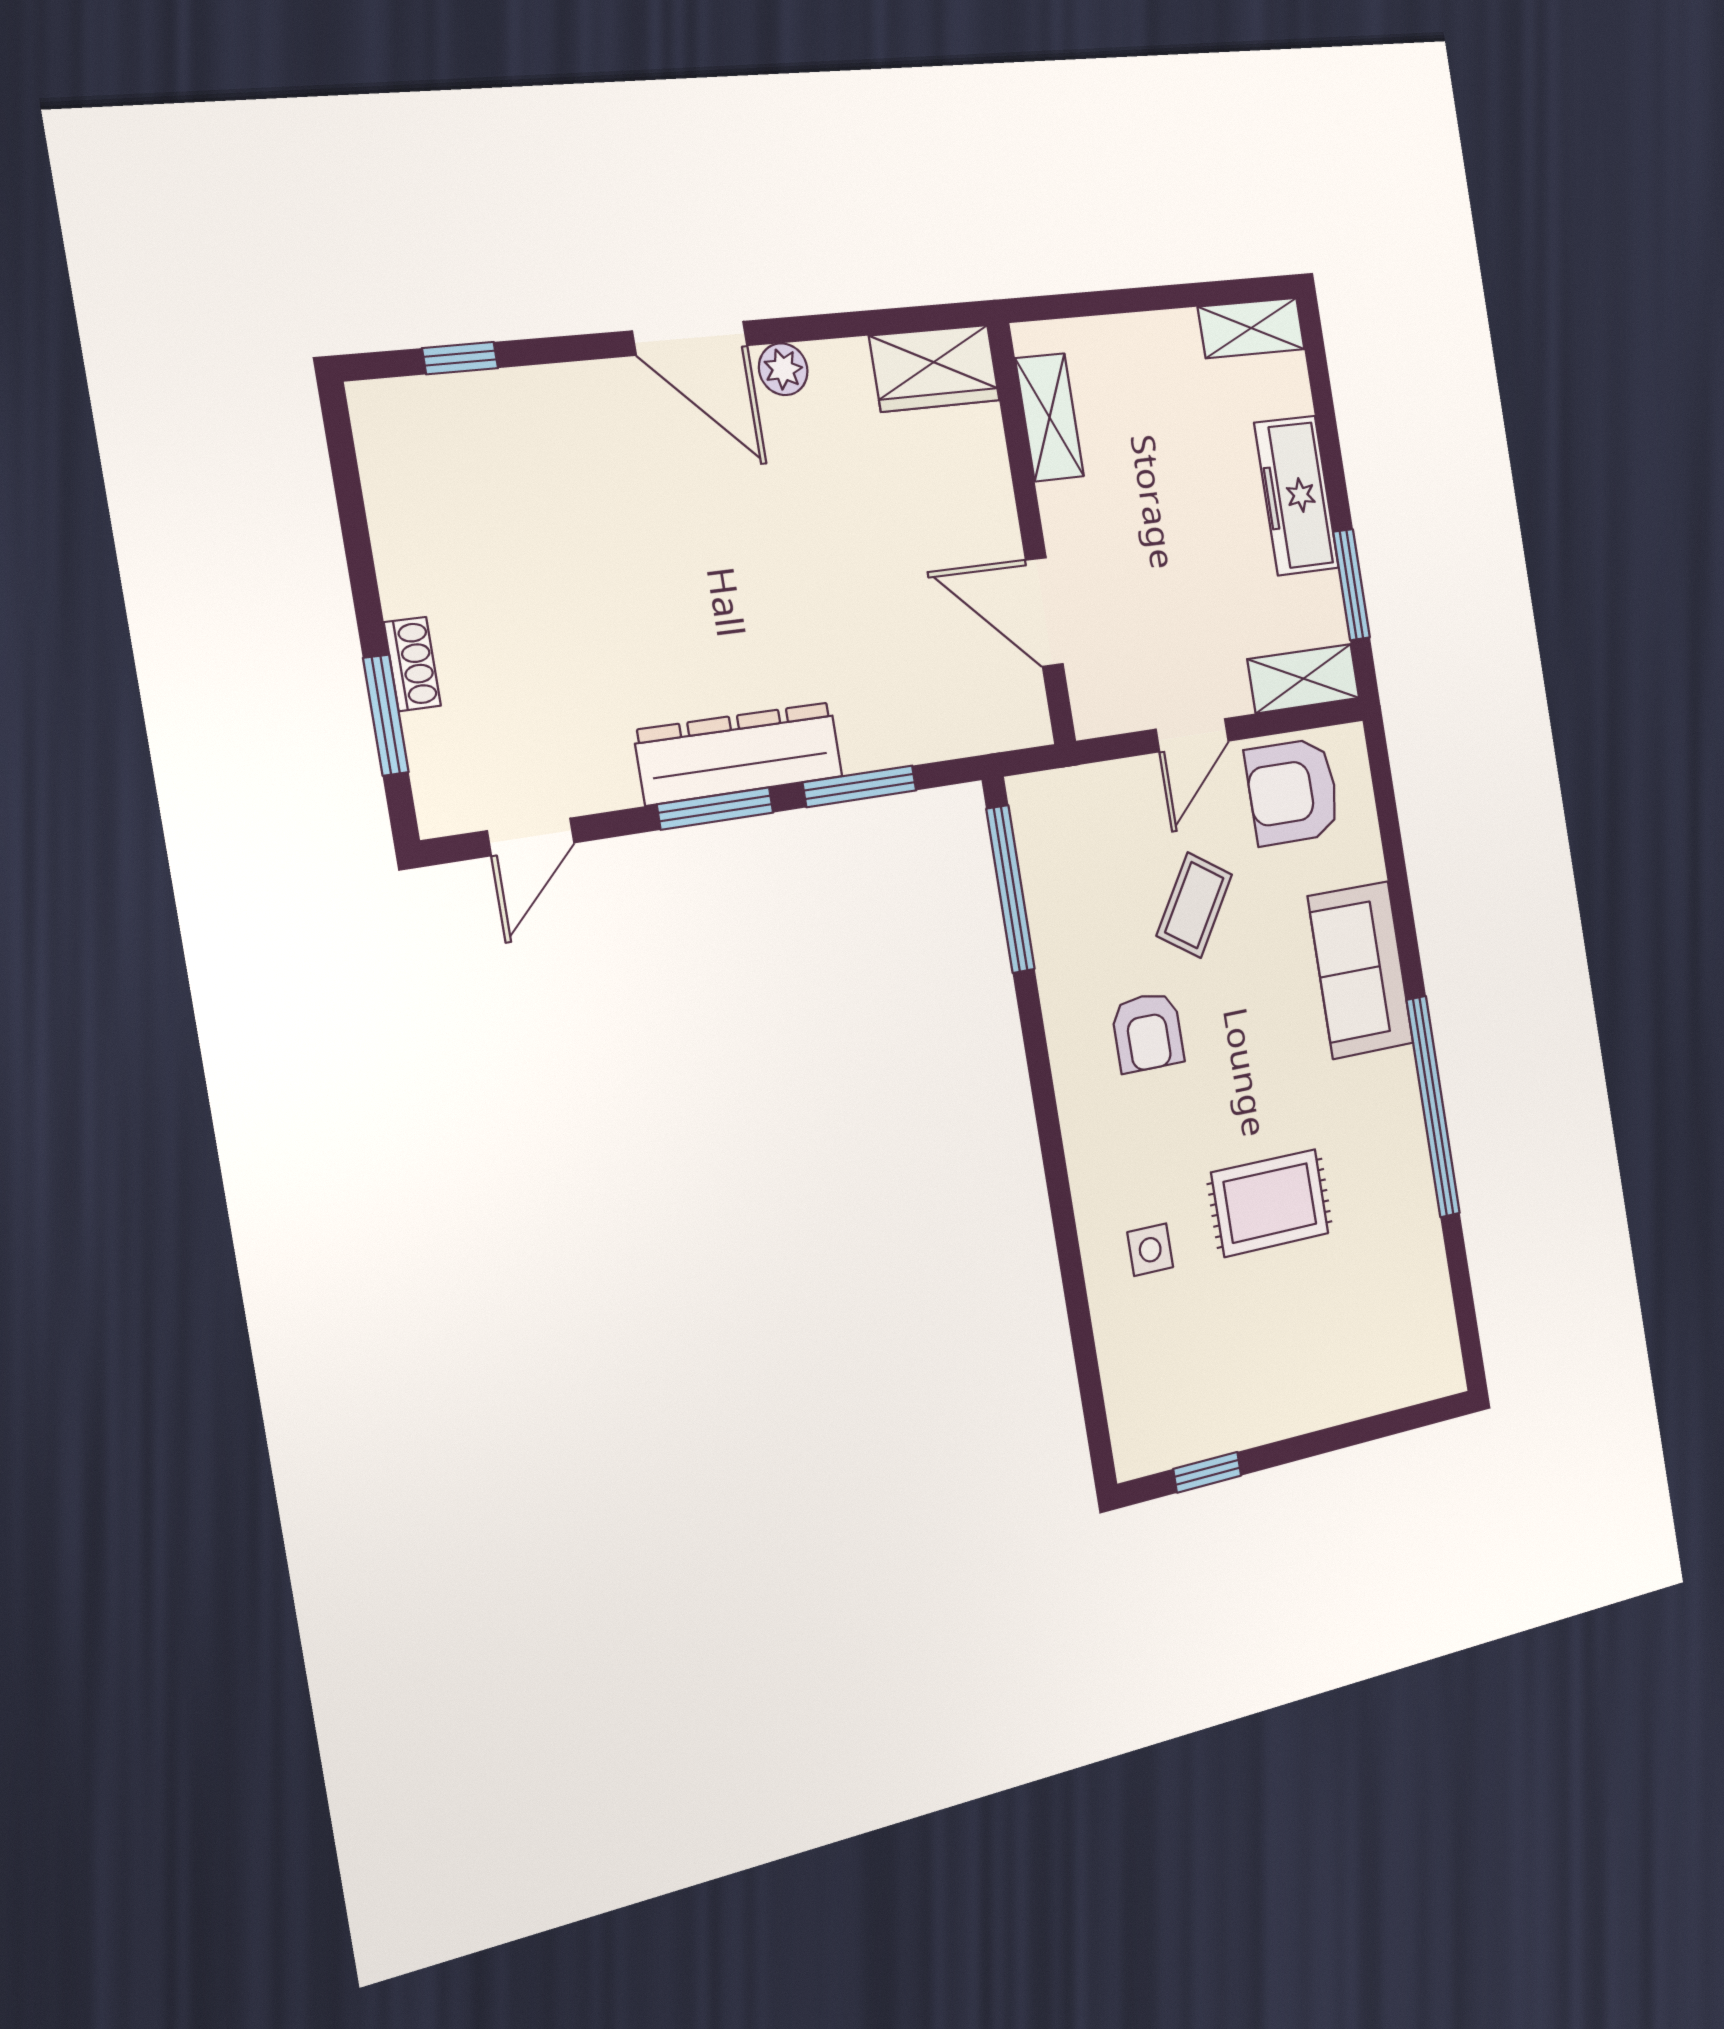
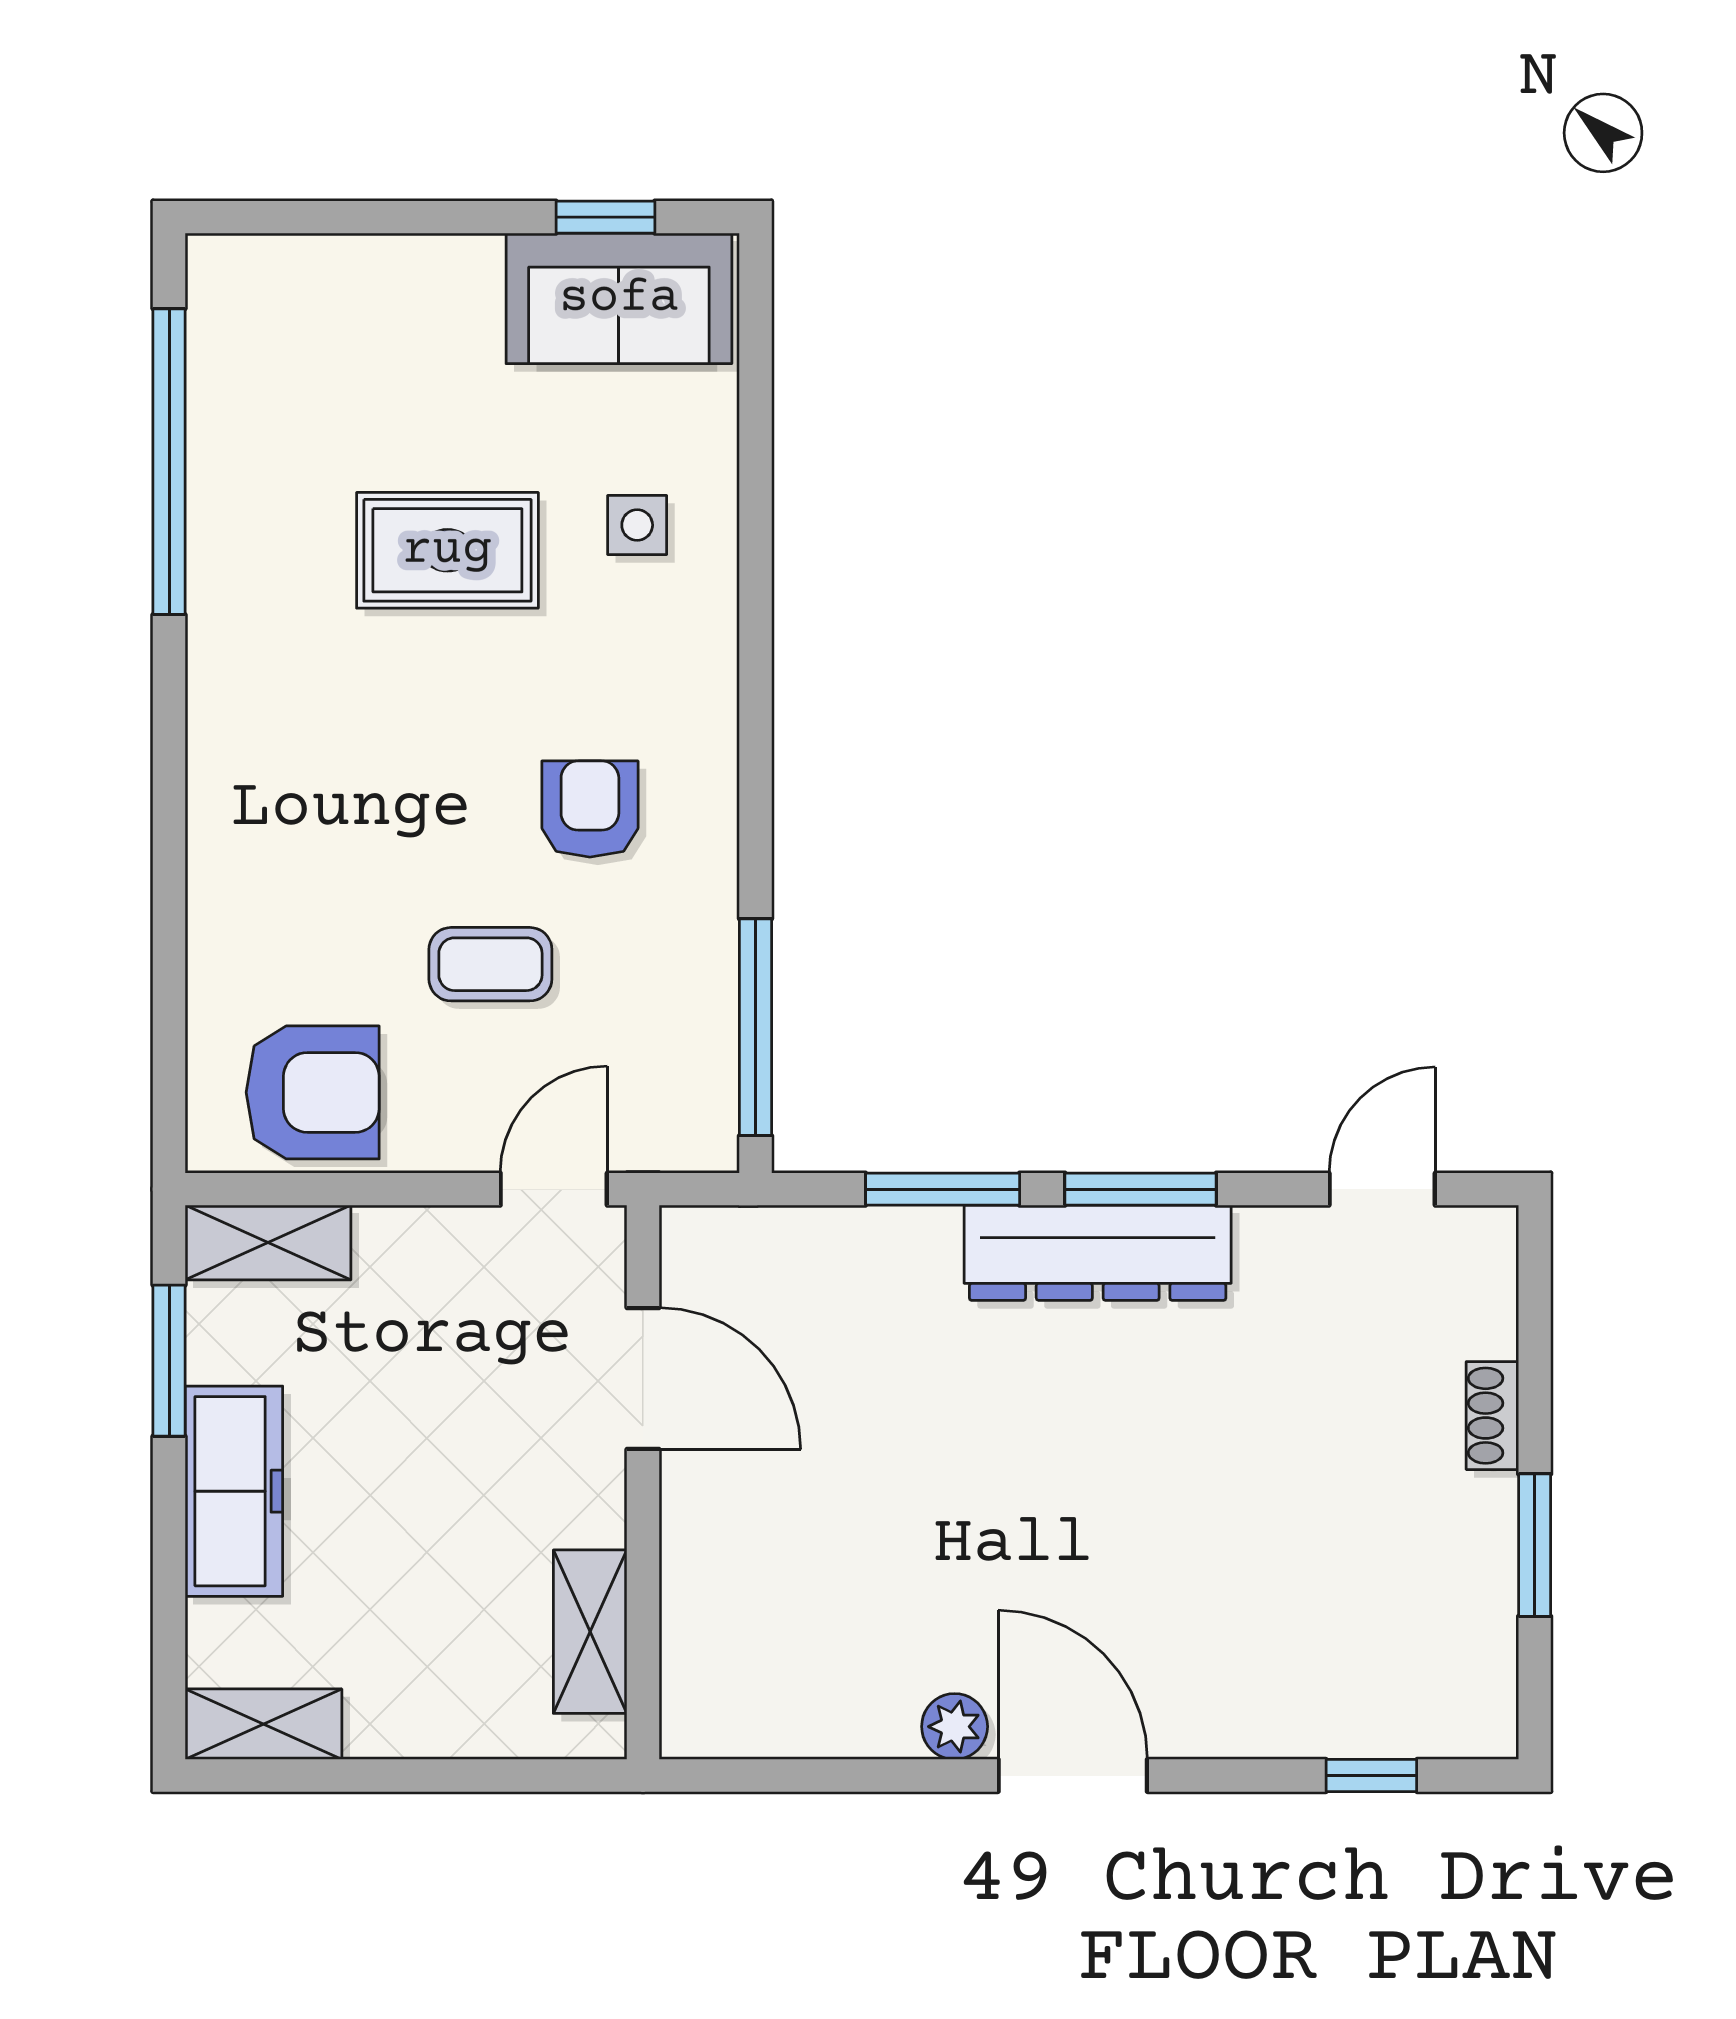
wardrobe: (935, 368) -> (744, 1710), removed
window: (386, 715) -> (1535, 1545), moved
door: (1192, 735) -> (554, 1189), moved
coffee table: (1194, 905) -> (490, 964), turned 57
sofa: (1361, 970) -> (619, 298), moved, turned 90
window: (1433, 1107) -> (169, 462), moved

